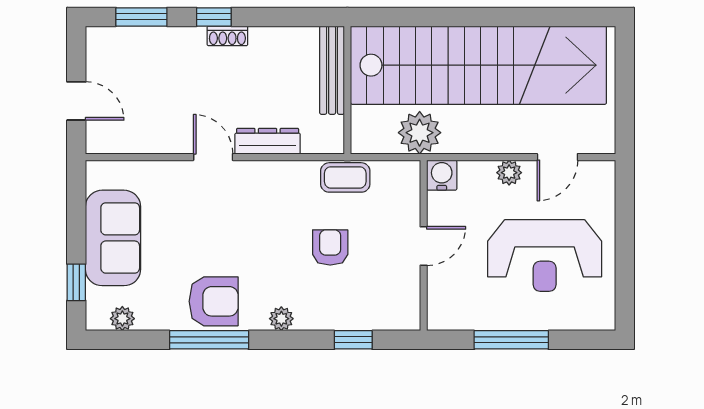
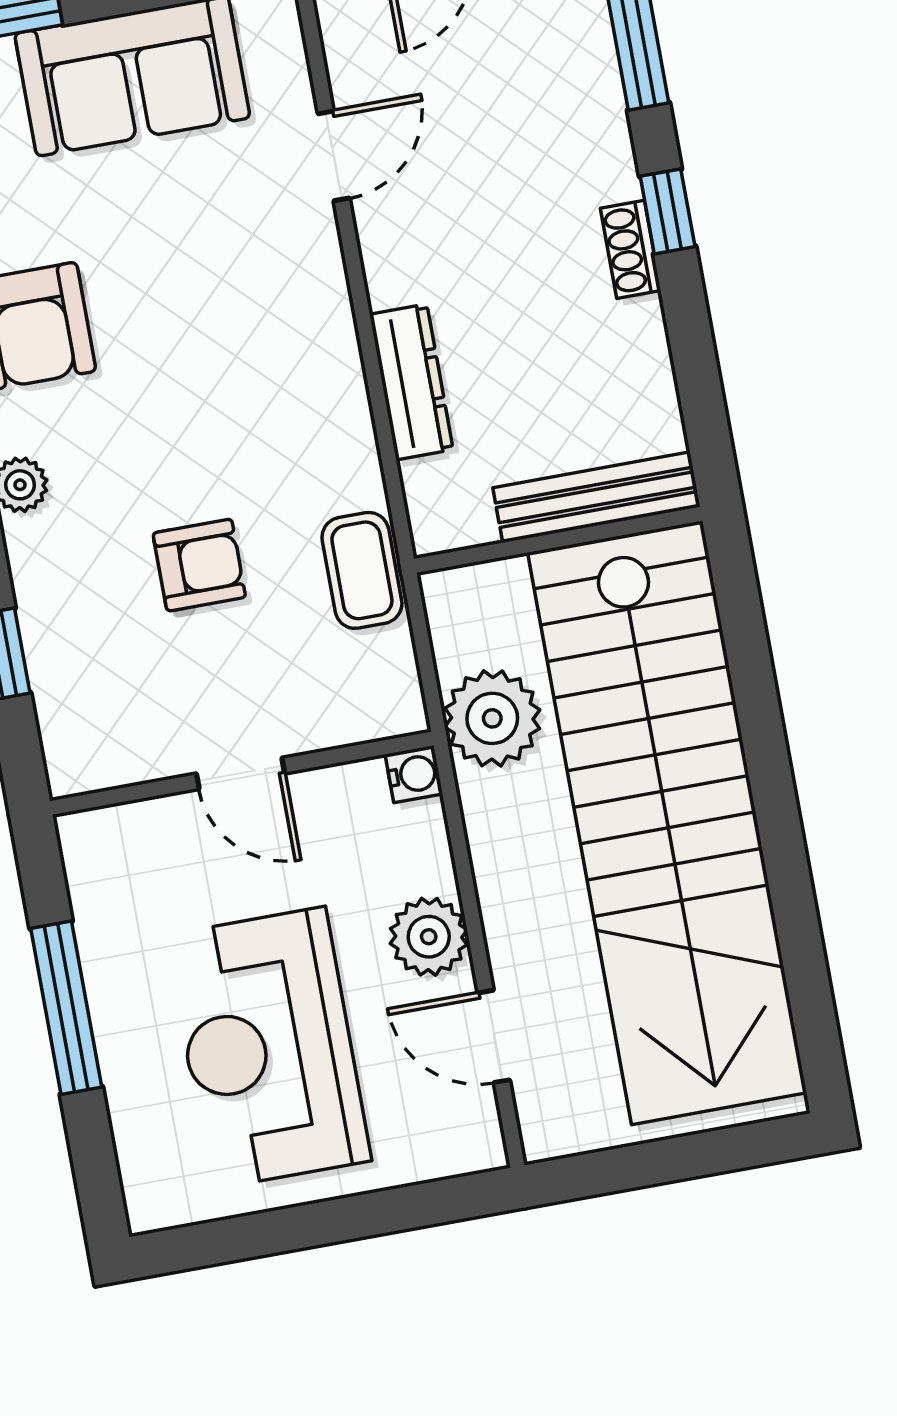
door: (213, 157) -> (334, 156), moved
plant: (509, 173) -> (429, 937), width x1.38, depth x1.38
water cooler: (442, 175) -> (414, 774), width x0.72, depth x0.72

